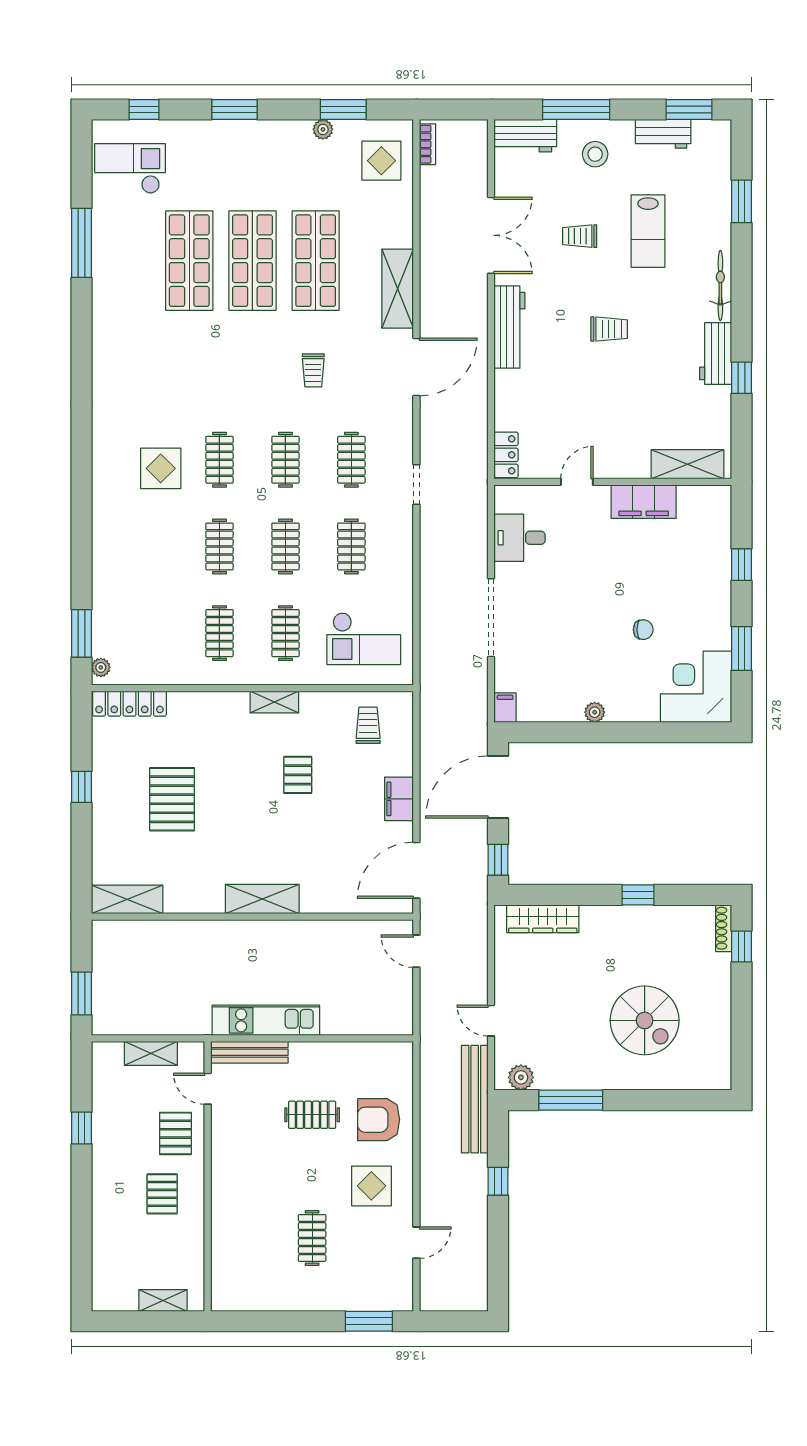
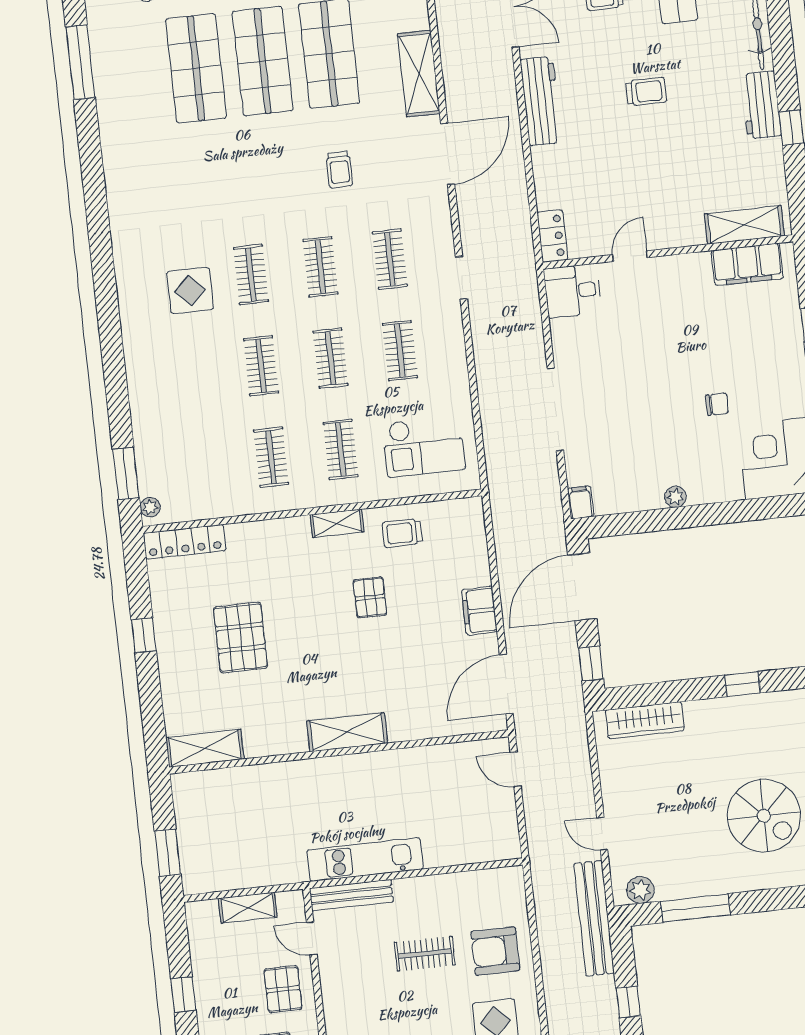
filing cabinet: (644, 502) -> (747, 264), moved
desk: (520, 538) -> (573, 291), moved
trolley: (368, 725) -> (402, 533), moved, turned -90

